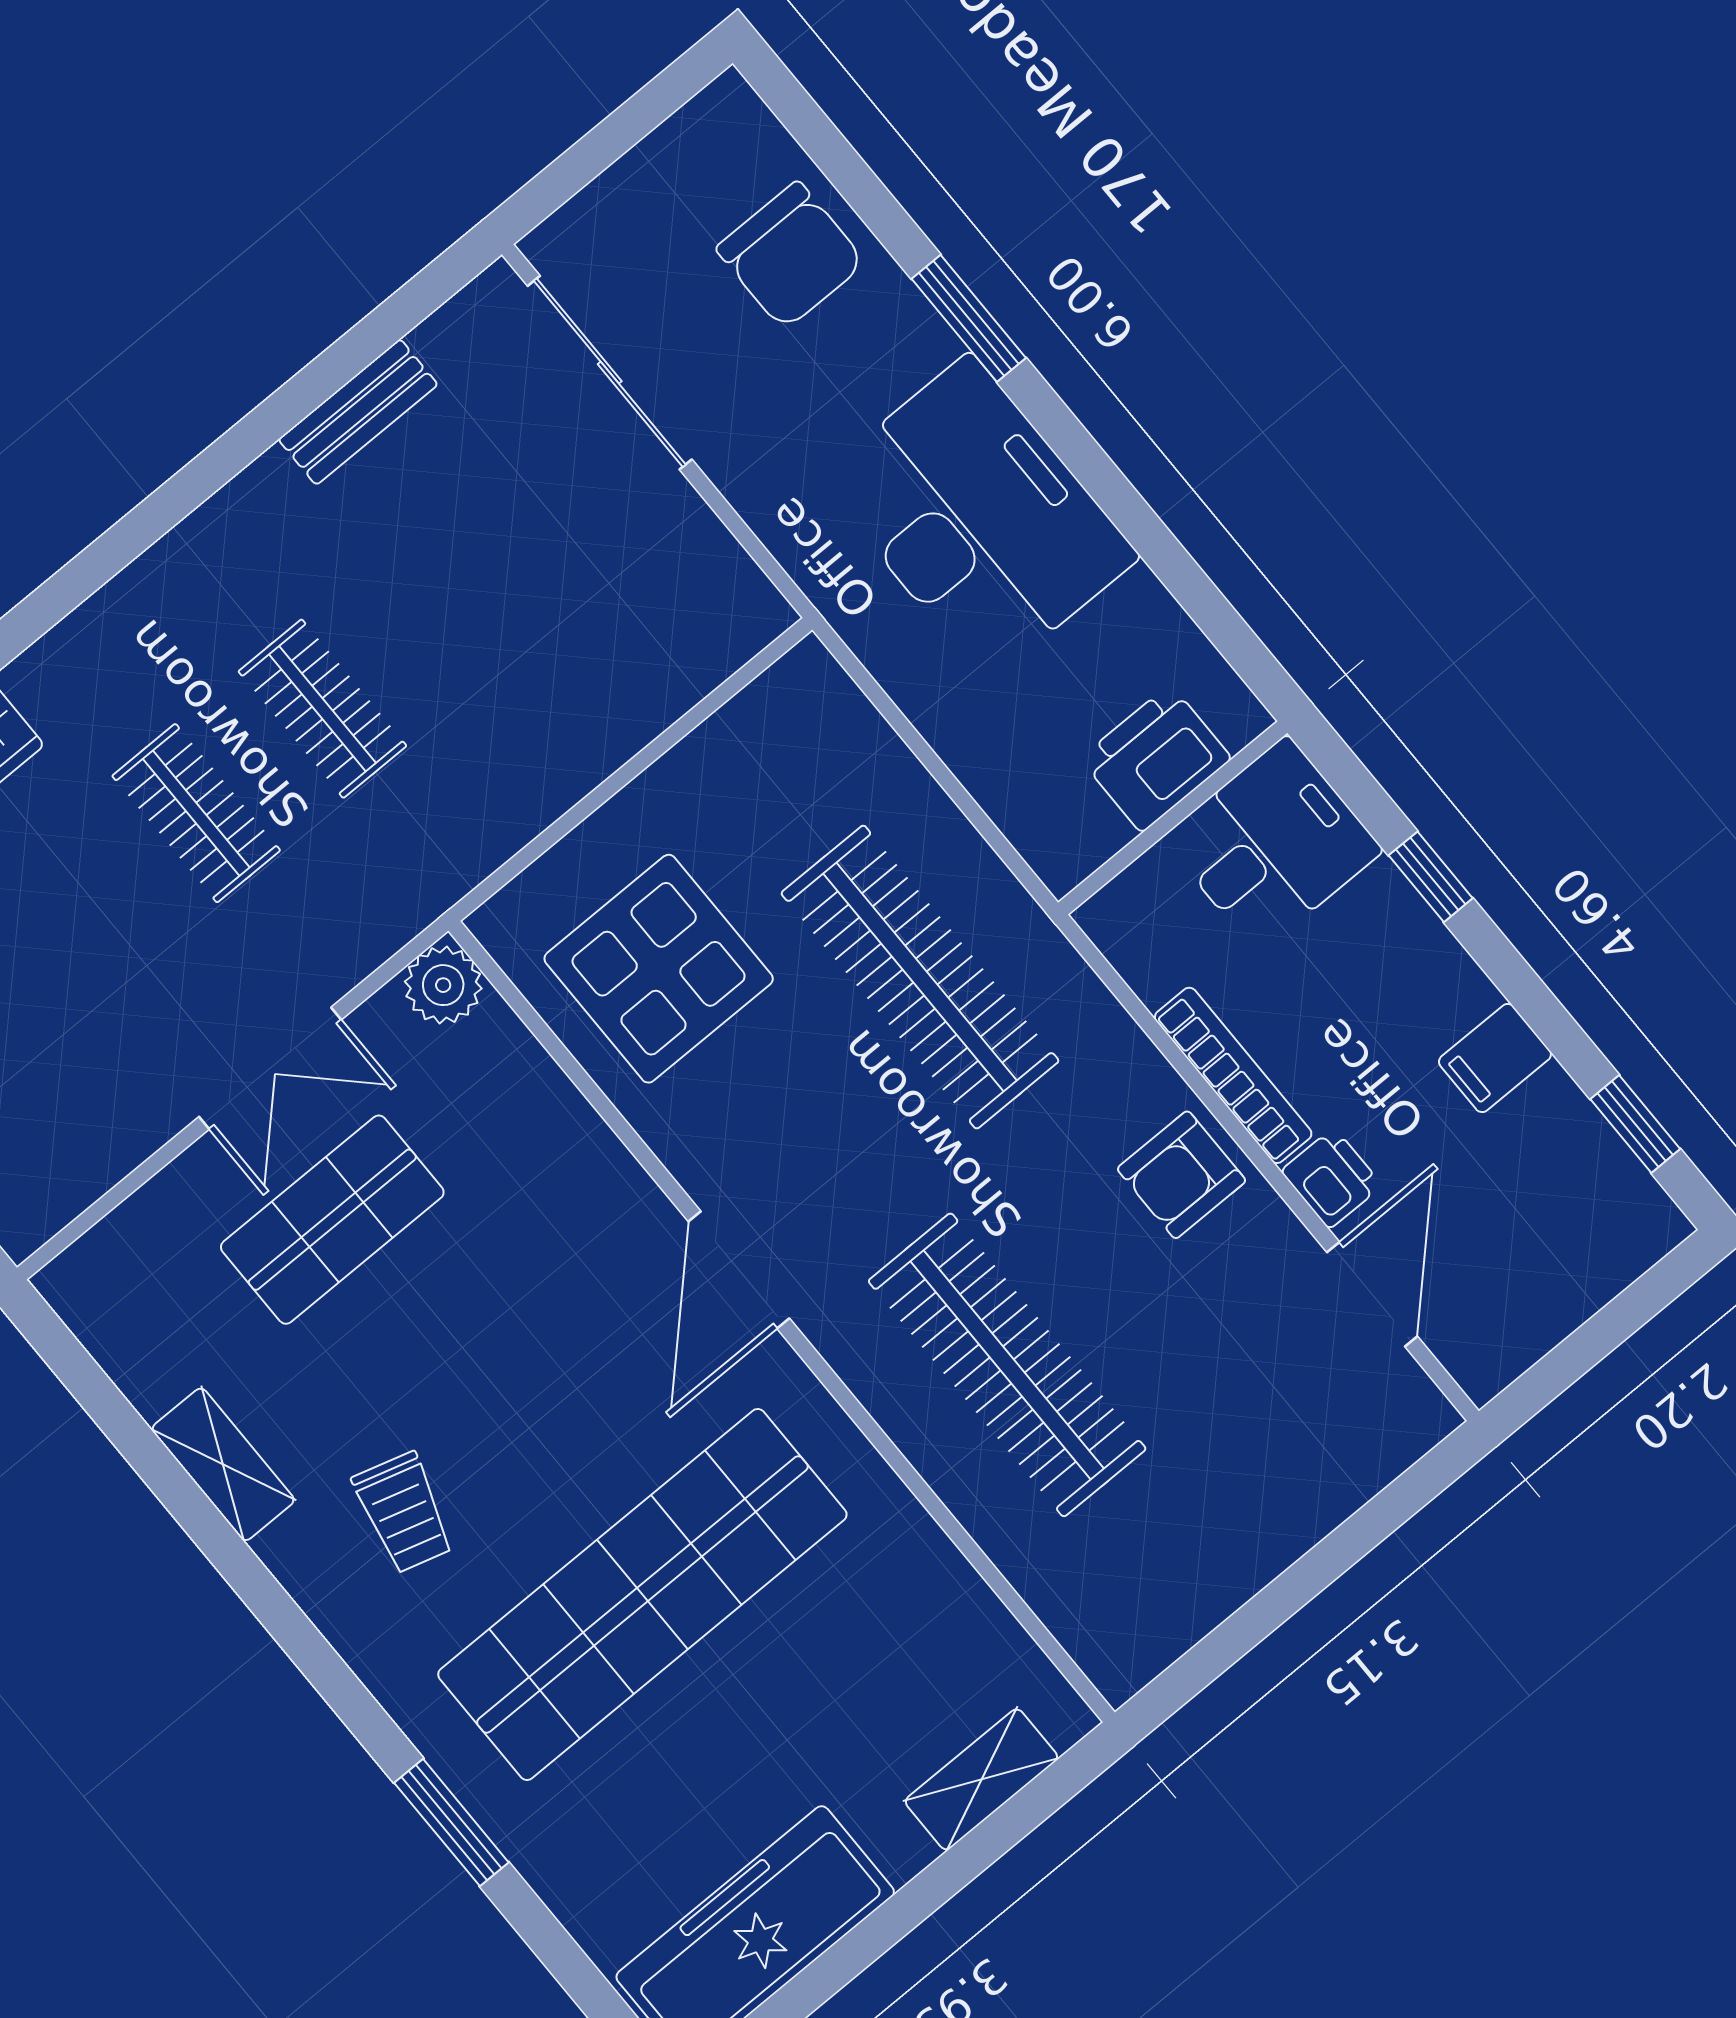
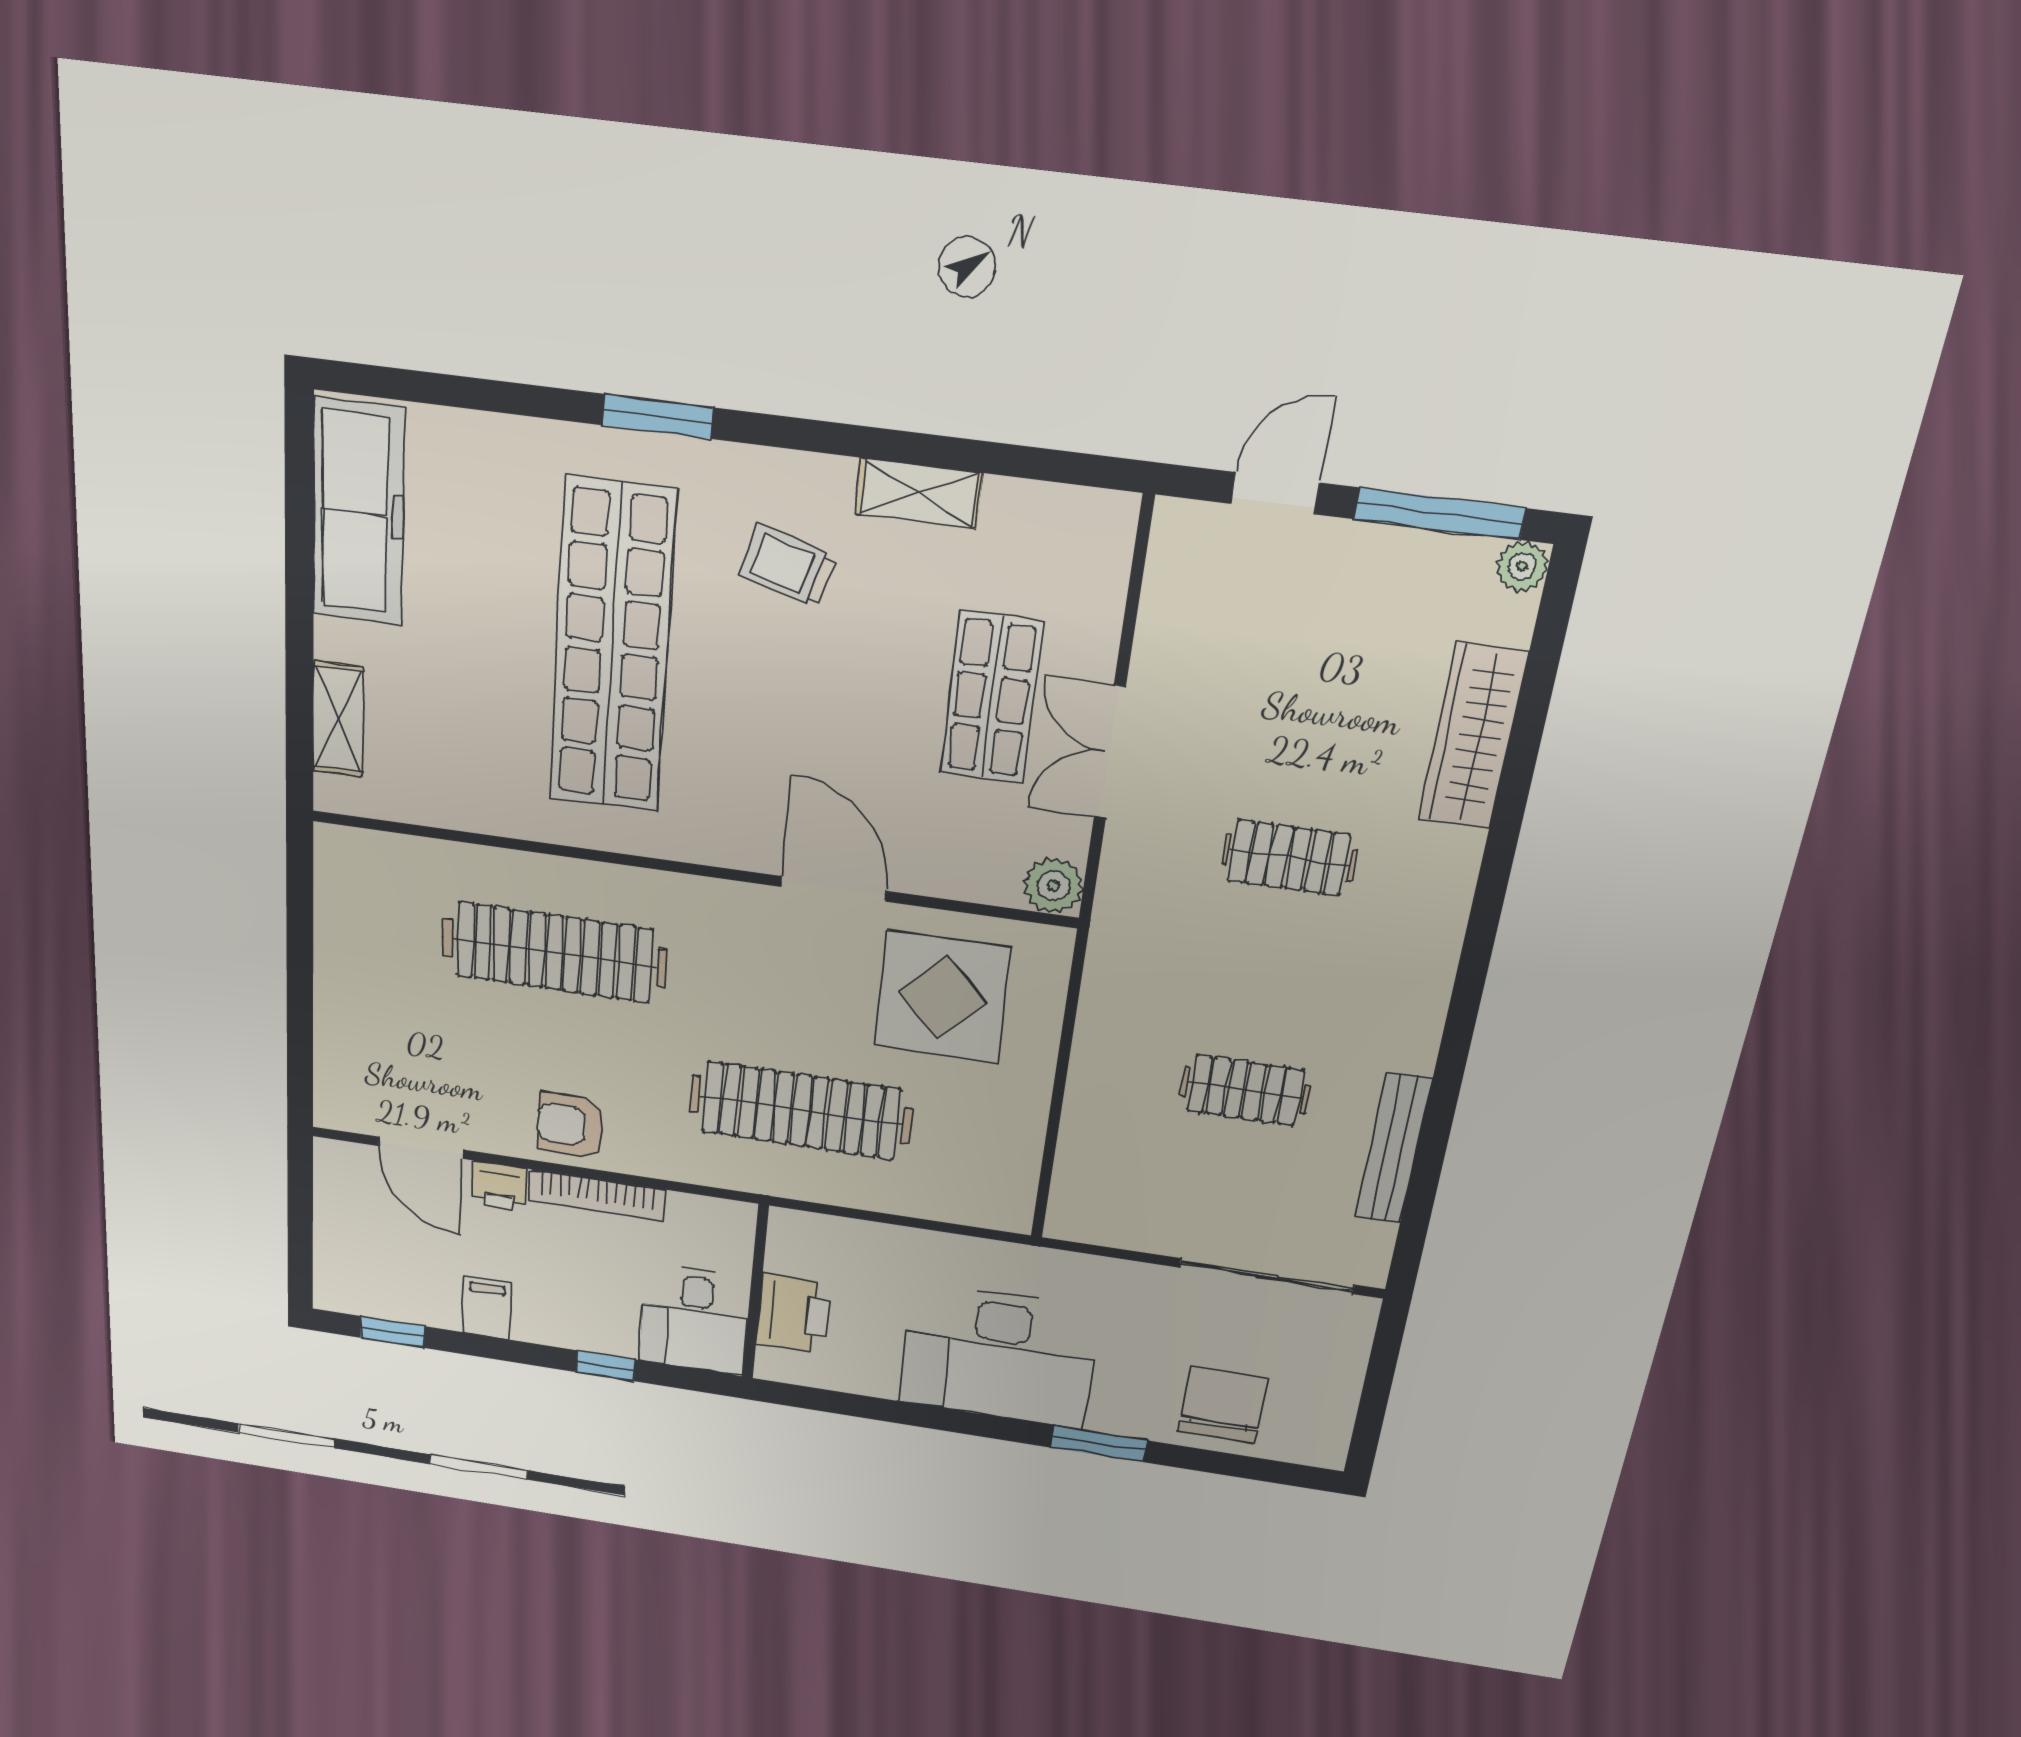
chair: (791, 255) -> (1223, 1405), turned 90
bench: (358, 412) -> (1393, 1148), width x1.36
clothes rail: (322, 709) -> (1245, 1090), moved
armchair: (1181, 1175) -> (571, 1125), turned -90
door: (739, 1270) -> (833, 889), moved
window: (451, 1823) -> (658, 416), moved

